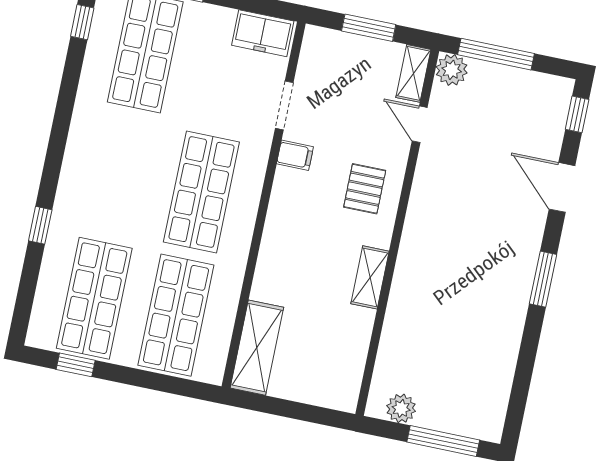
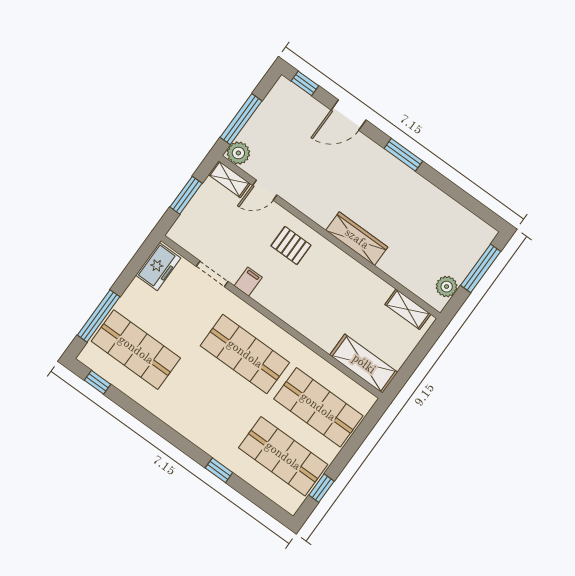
wardrobe: (411, 268) -> (357, 239), added
shelving: (370, 277) -> (408, 309), moved

